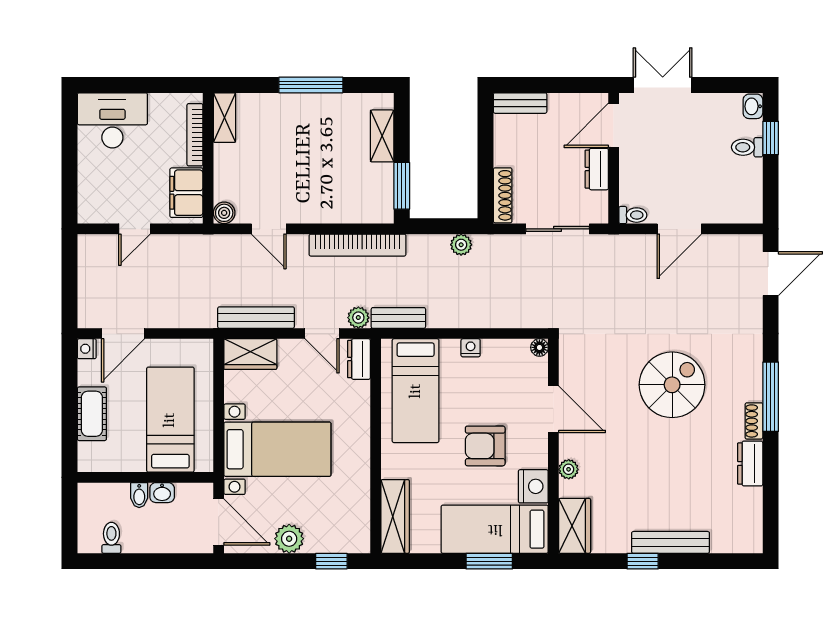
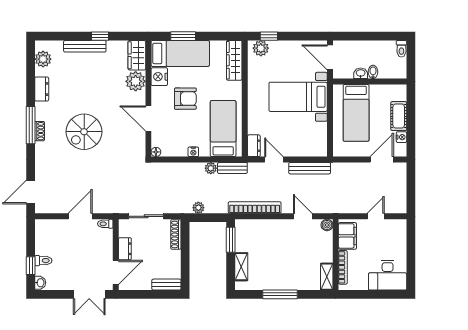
plant: (358, 318) -> (211, 168), moved
nightstand: (87, 349) -> (401, 137), moved
wardrobe: (250, 354) -> (313, 148), removed
shoe rack: (754, 421) -> (40, 131), moved
plant: (569, 469) -> (136, 81), width x1.87, depth x1.87
plant: (748, 519) -> (43, 59), added
toilet: (111, 538) -> (401, 49), moved
plant: (289, 539) -> (261, 48), moved

